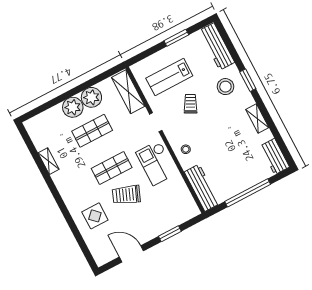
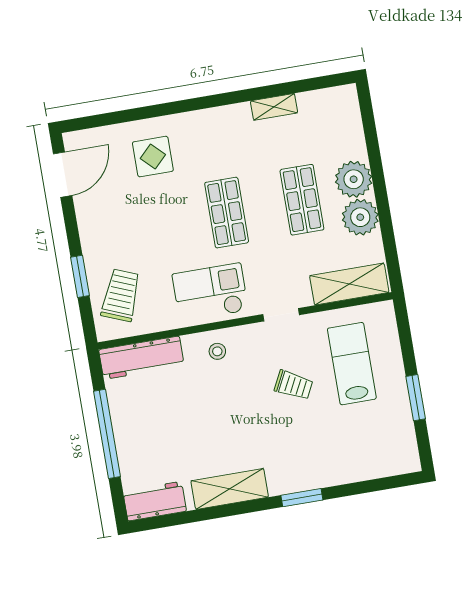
workbench: (217, 46) -> (378, 463), removed
stool: (225, 87) -> (303, 455), removed
shelving: (257, 119) -> (230, 489), width x1.50, depth x1.33
trolley: (126, 195) -> (121, 295), moved
door: (131, 254) -> (63, 175), moved

